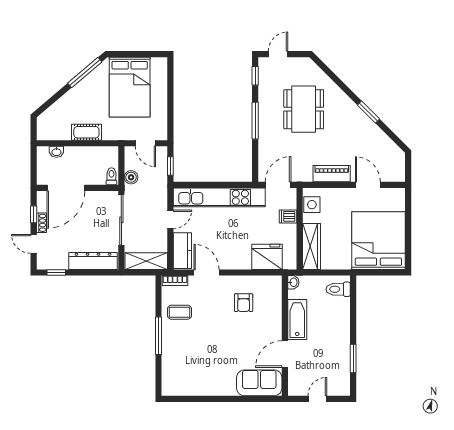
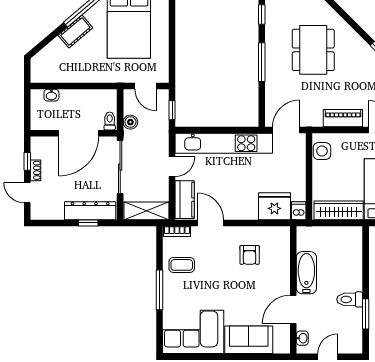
cot: (86, 132) -> (75, 31), moved, turned -40
door: (66, 188) -> (79, 133), moved
dishwasher: (288, 216) -> (299, 211), moved, turned 90
wardrobe: (312, 246) -> (339, 210), moved, turned -90
window: (56, 273) -> (88, 223), moved
washbasin: (293, 282) -> (302, 338), moved
toilet: (338, 289) -> (350, 299), moved
corner sofa: (190, 375) -> (193, 332), added
sofa: (259, 383) -> (249, 340), moved

